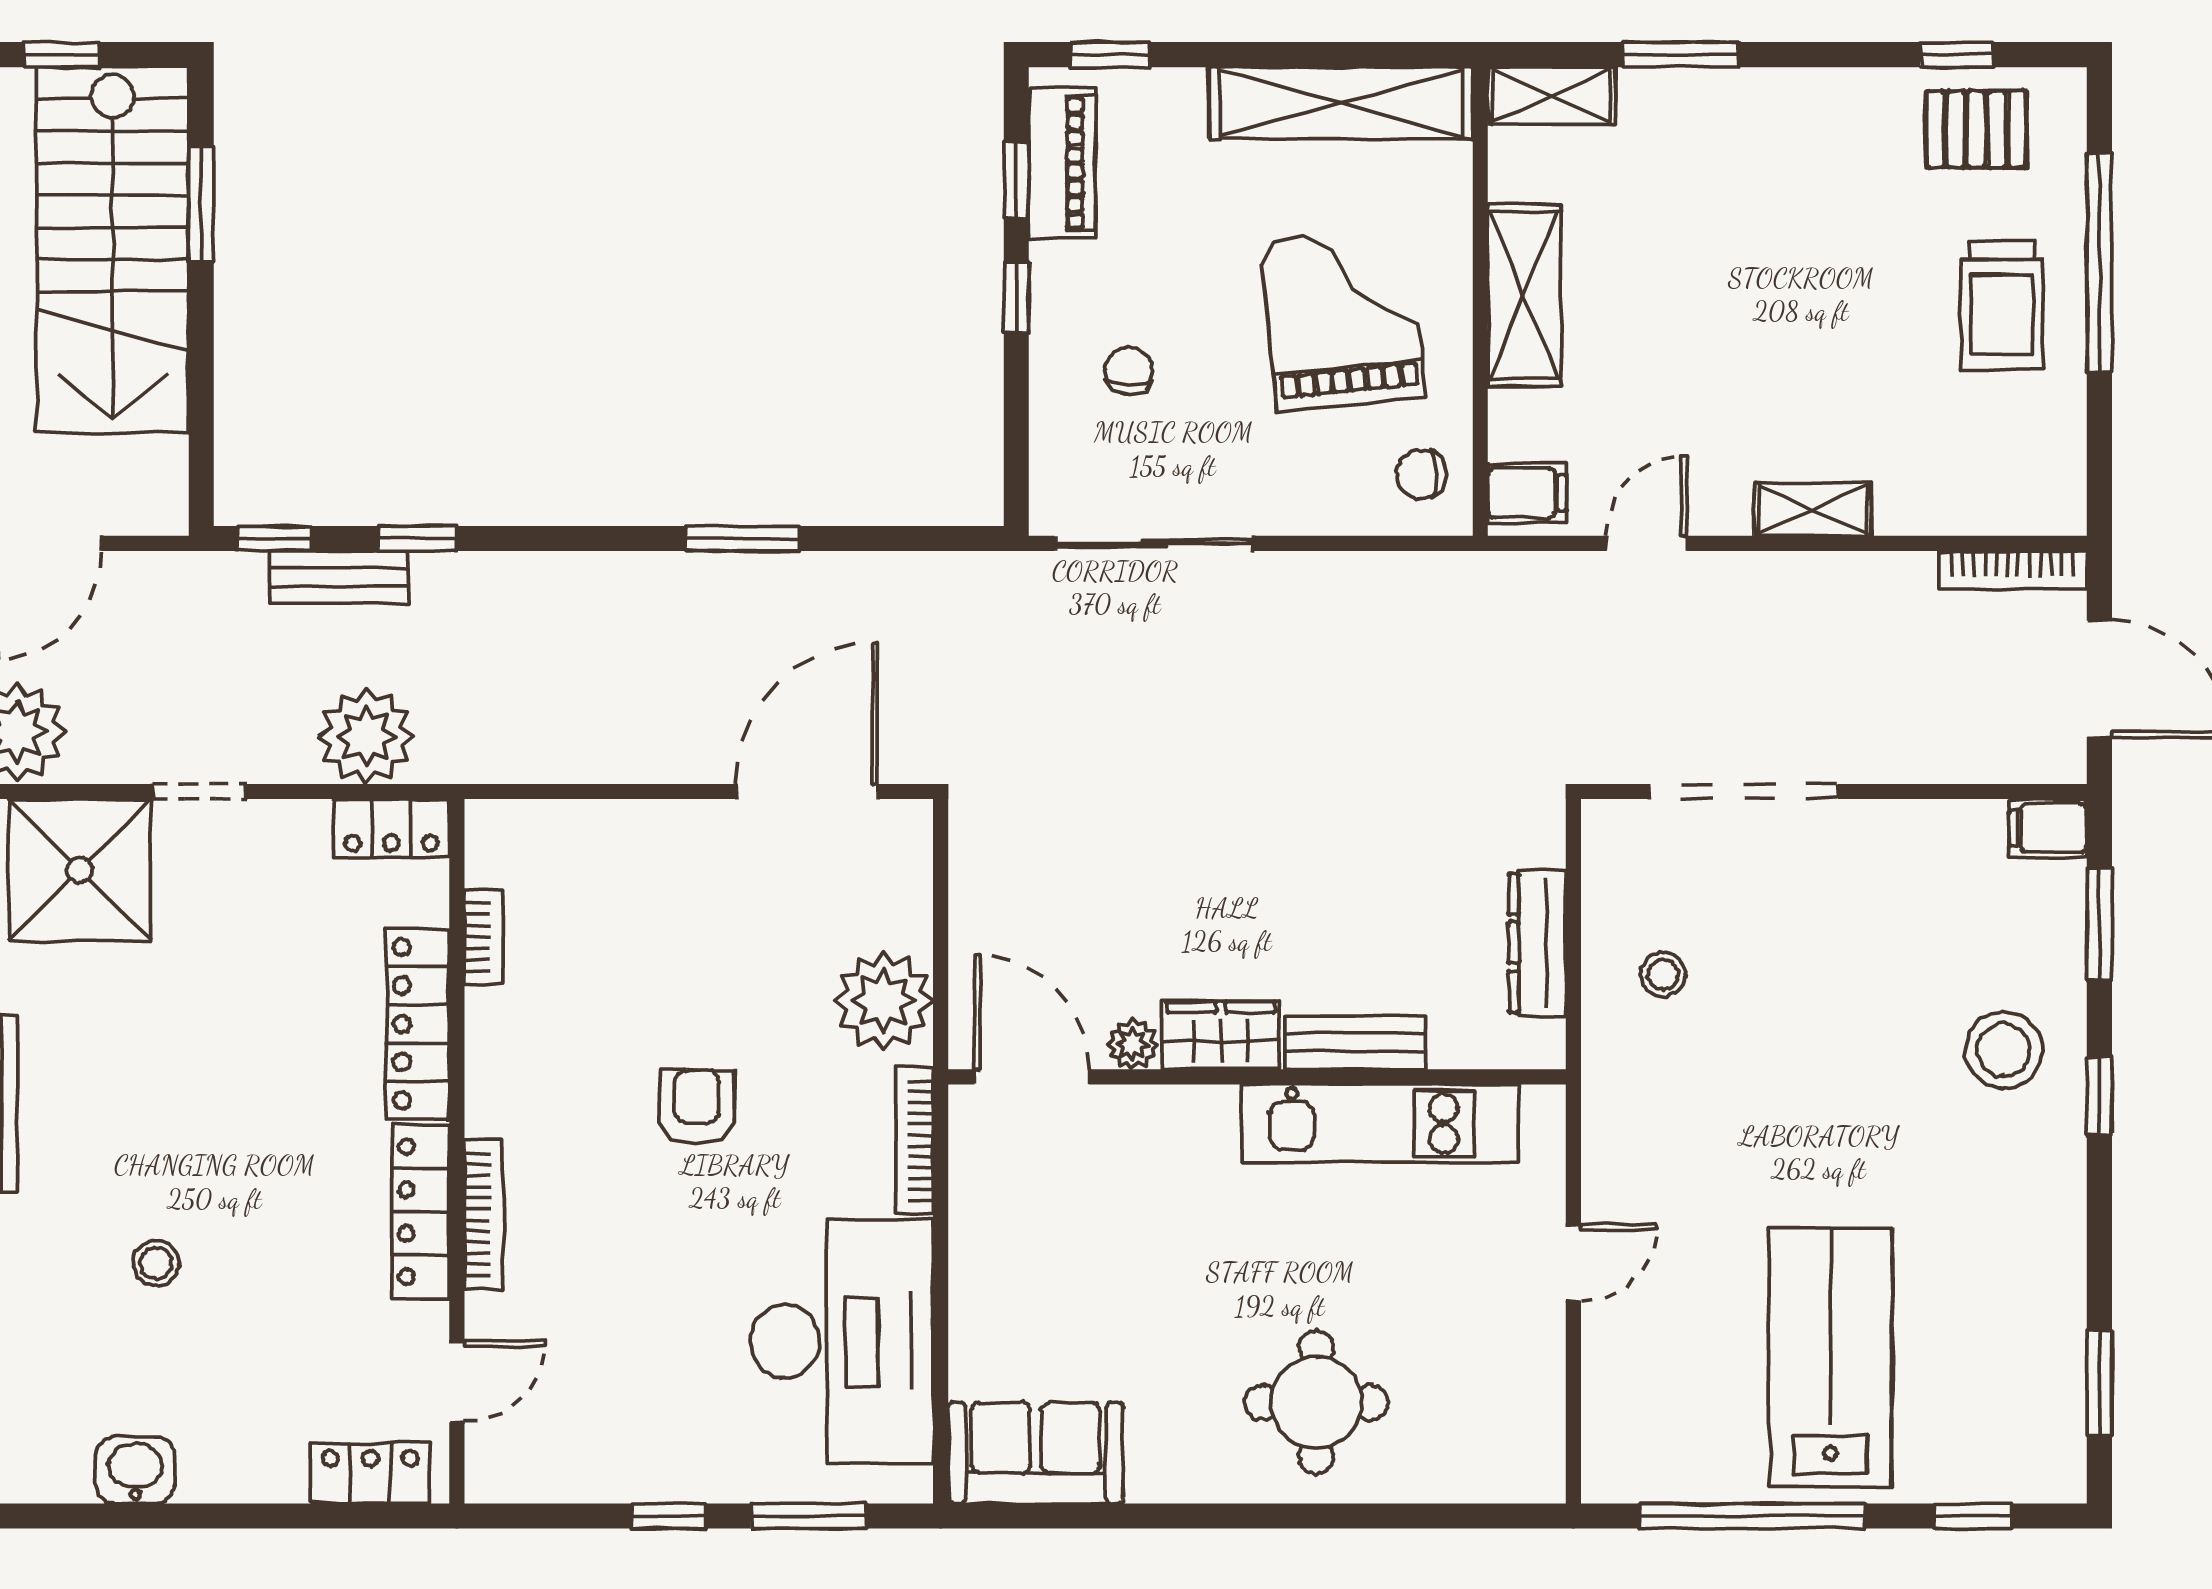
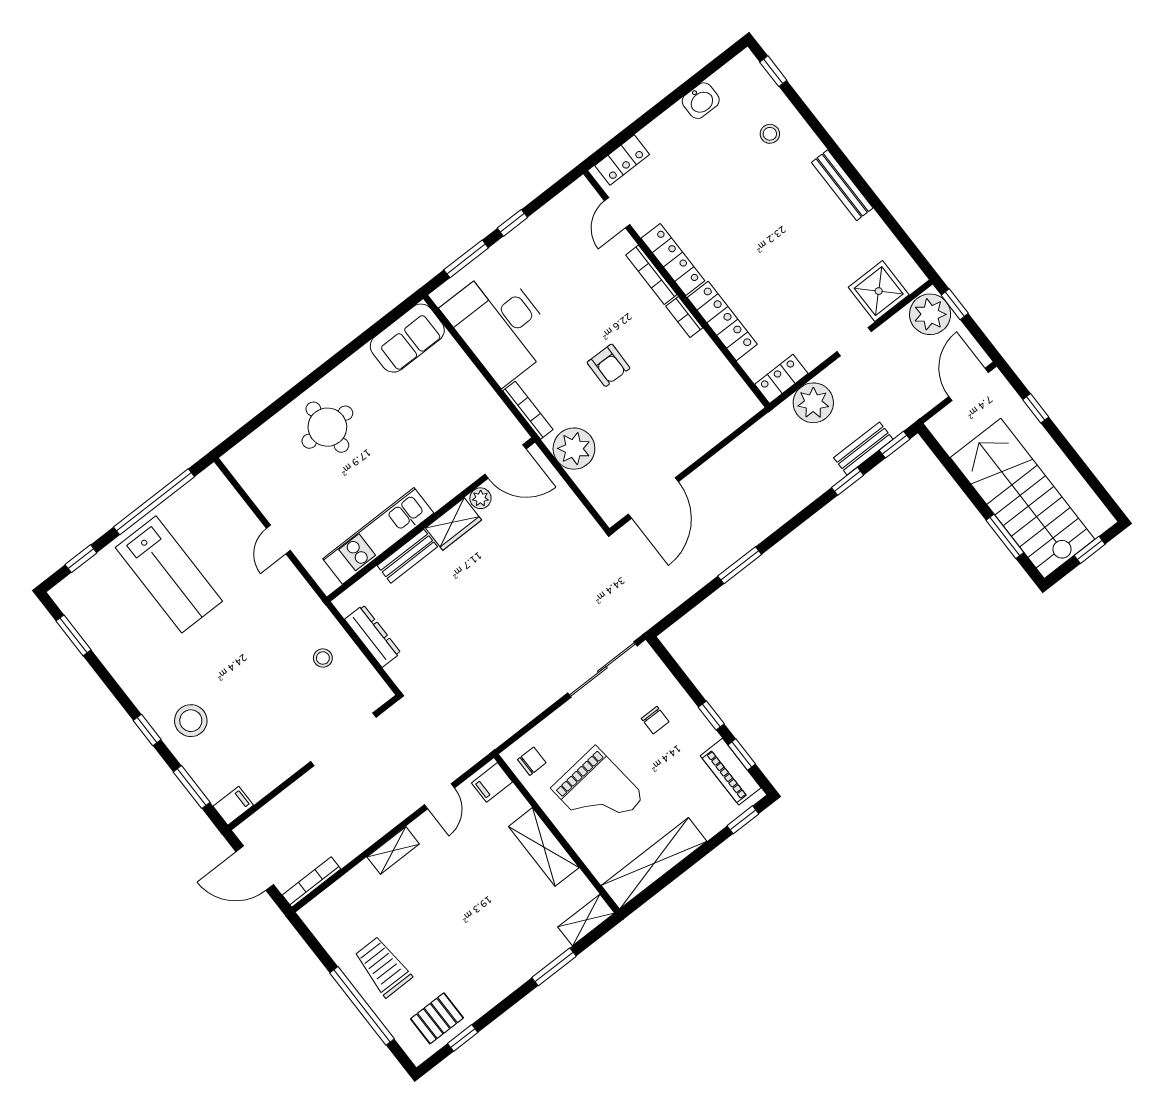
shower: (80, 870) -> (879, 291), width x0.73, depth x0.73
bookcase: (483, 937) -> (684, 317), moved
stool: (156, 1263) -> (770, 134), moved

